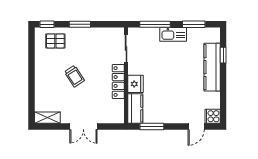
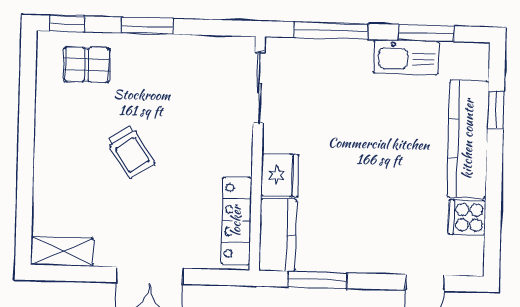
kitchen sink: (173, 34) -> (406, 57), moved
locker: (118, 81) -> (236, 221), moved
cooker: (213, 116) -> (467, 217), moved

